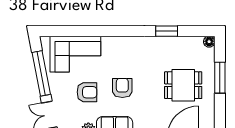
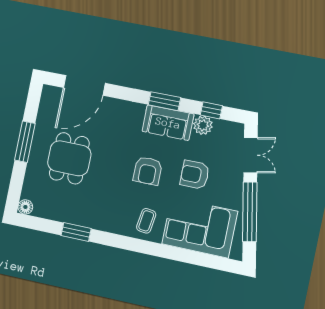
coffee table: (116, 51) -> (146, 221), added
window: (220, 78) -> (25, 142), moved
dining table: (183, 85) -> (69, 158), turned 90

